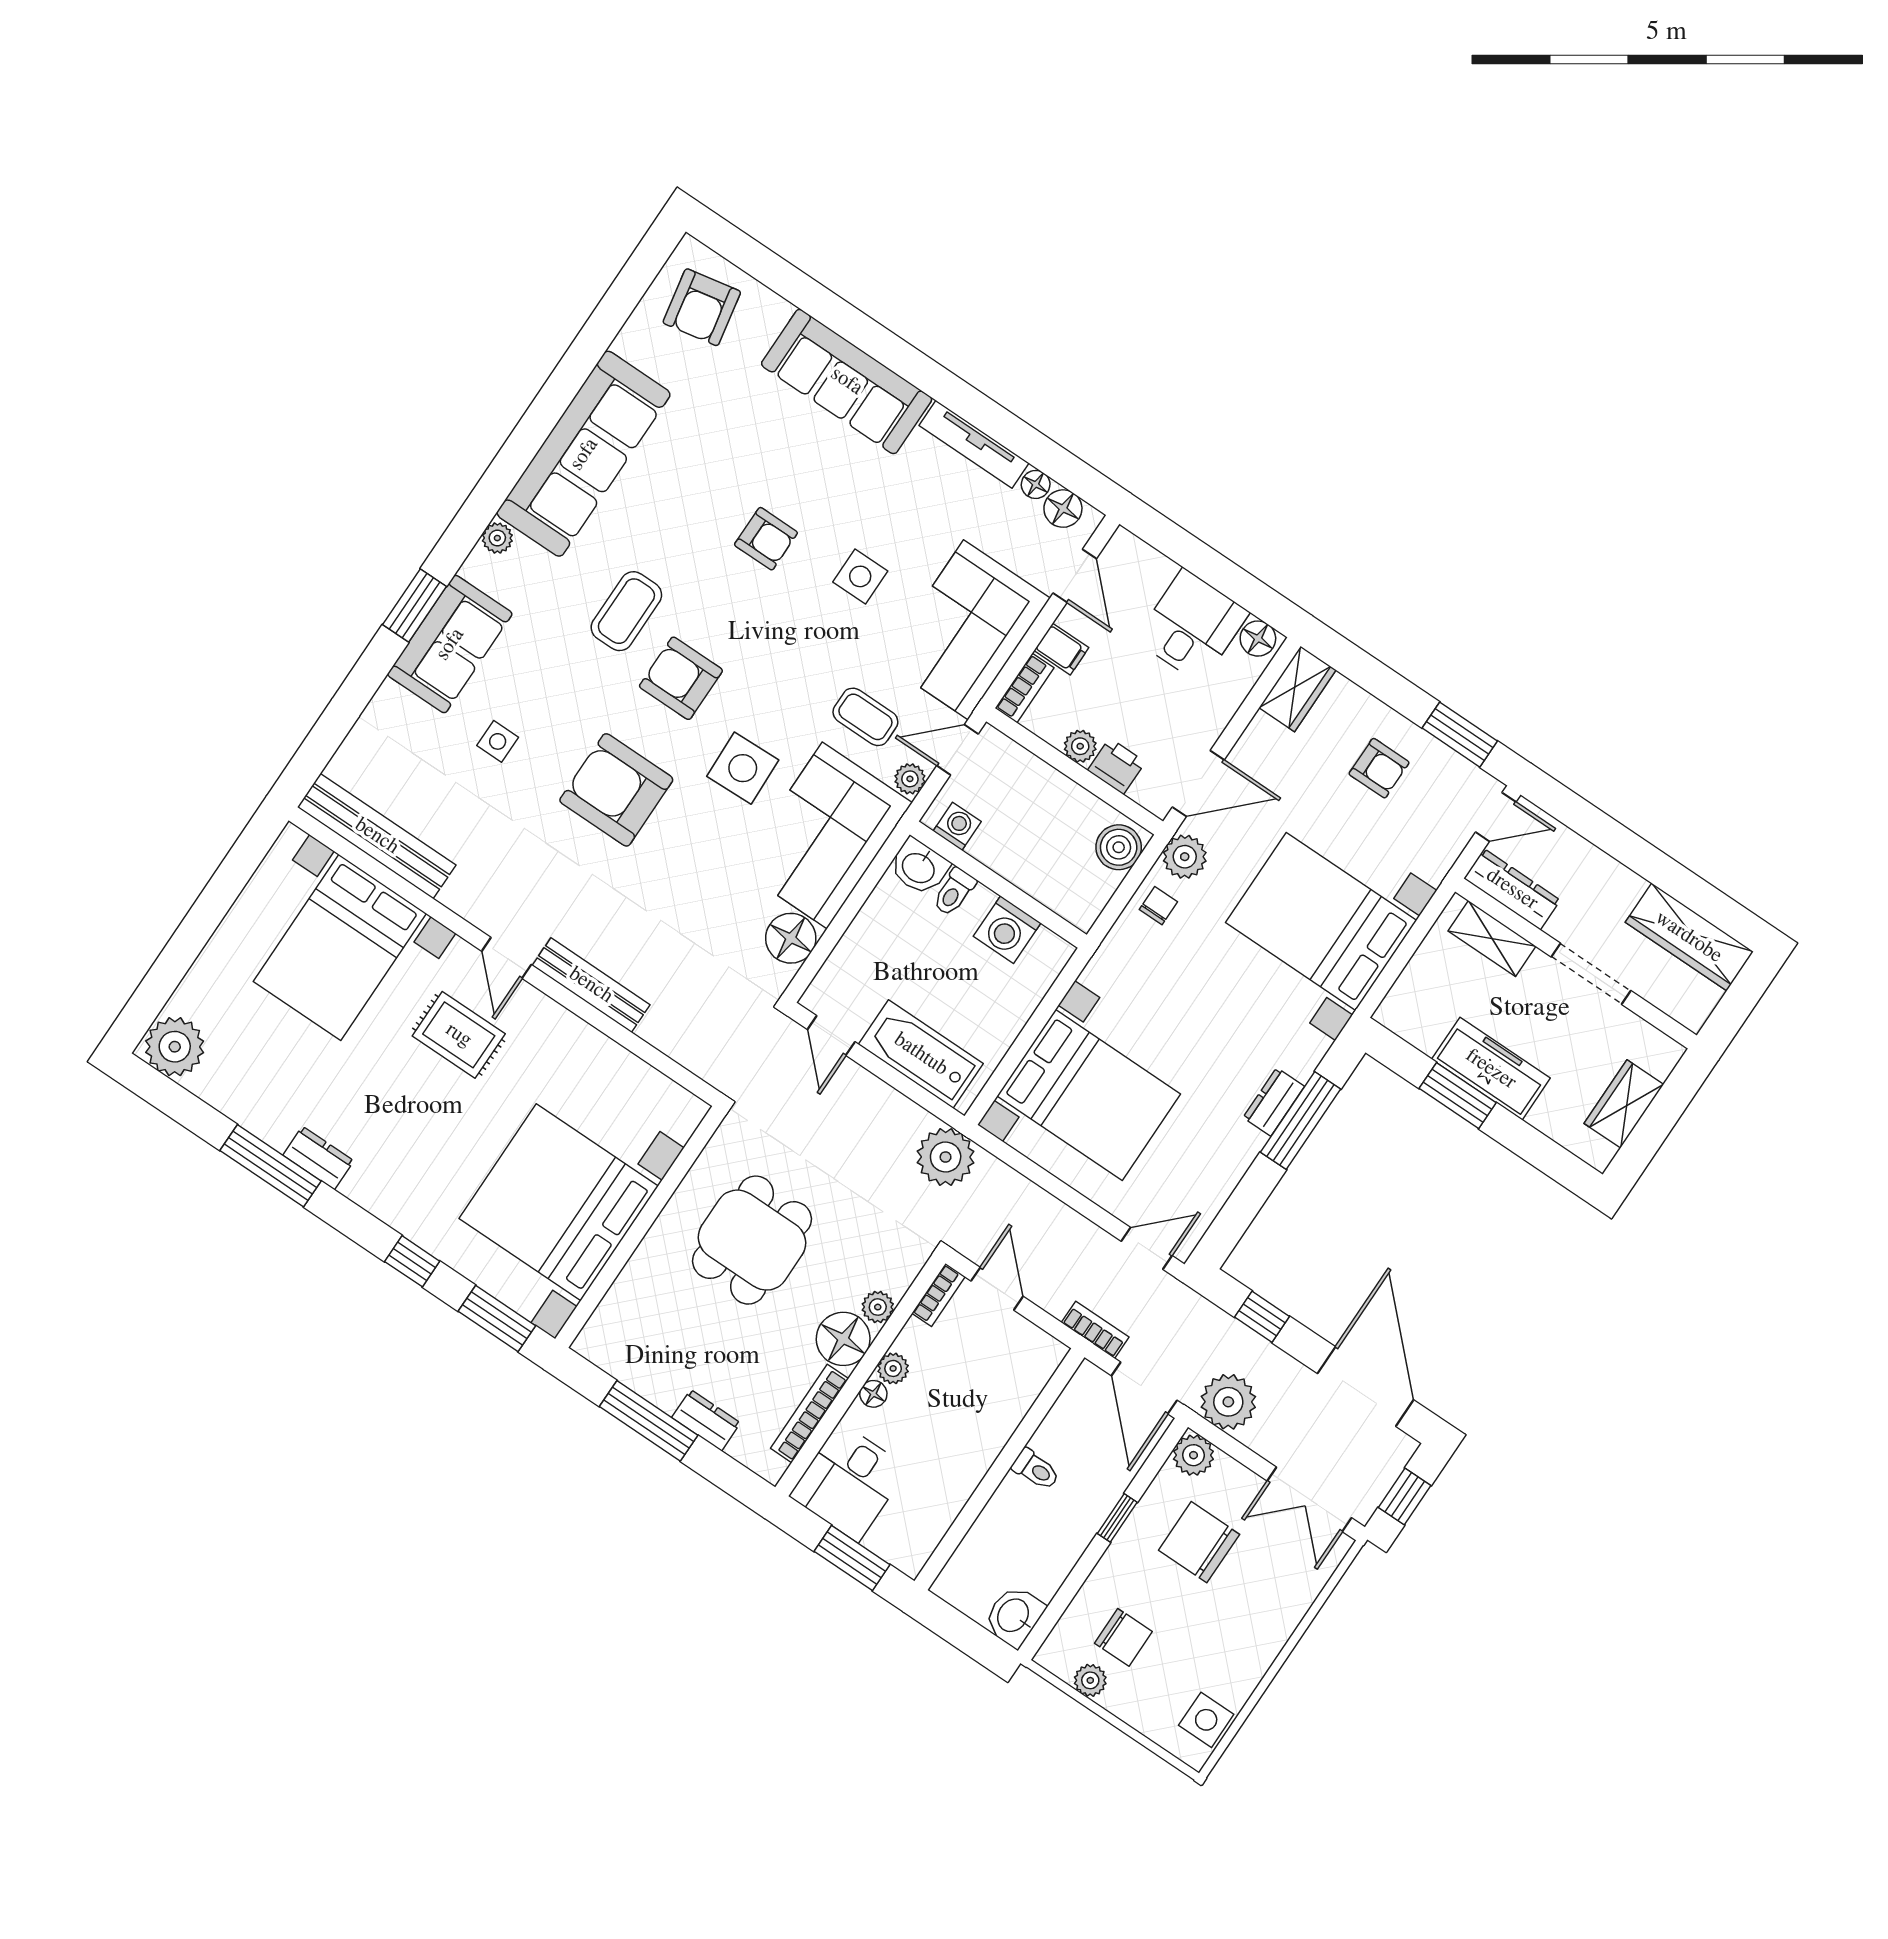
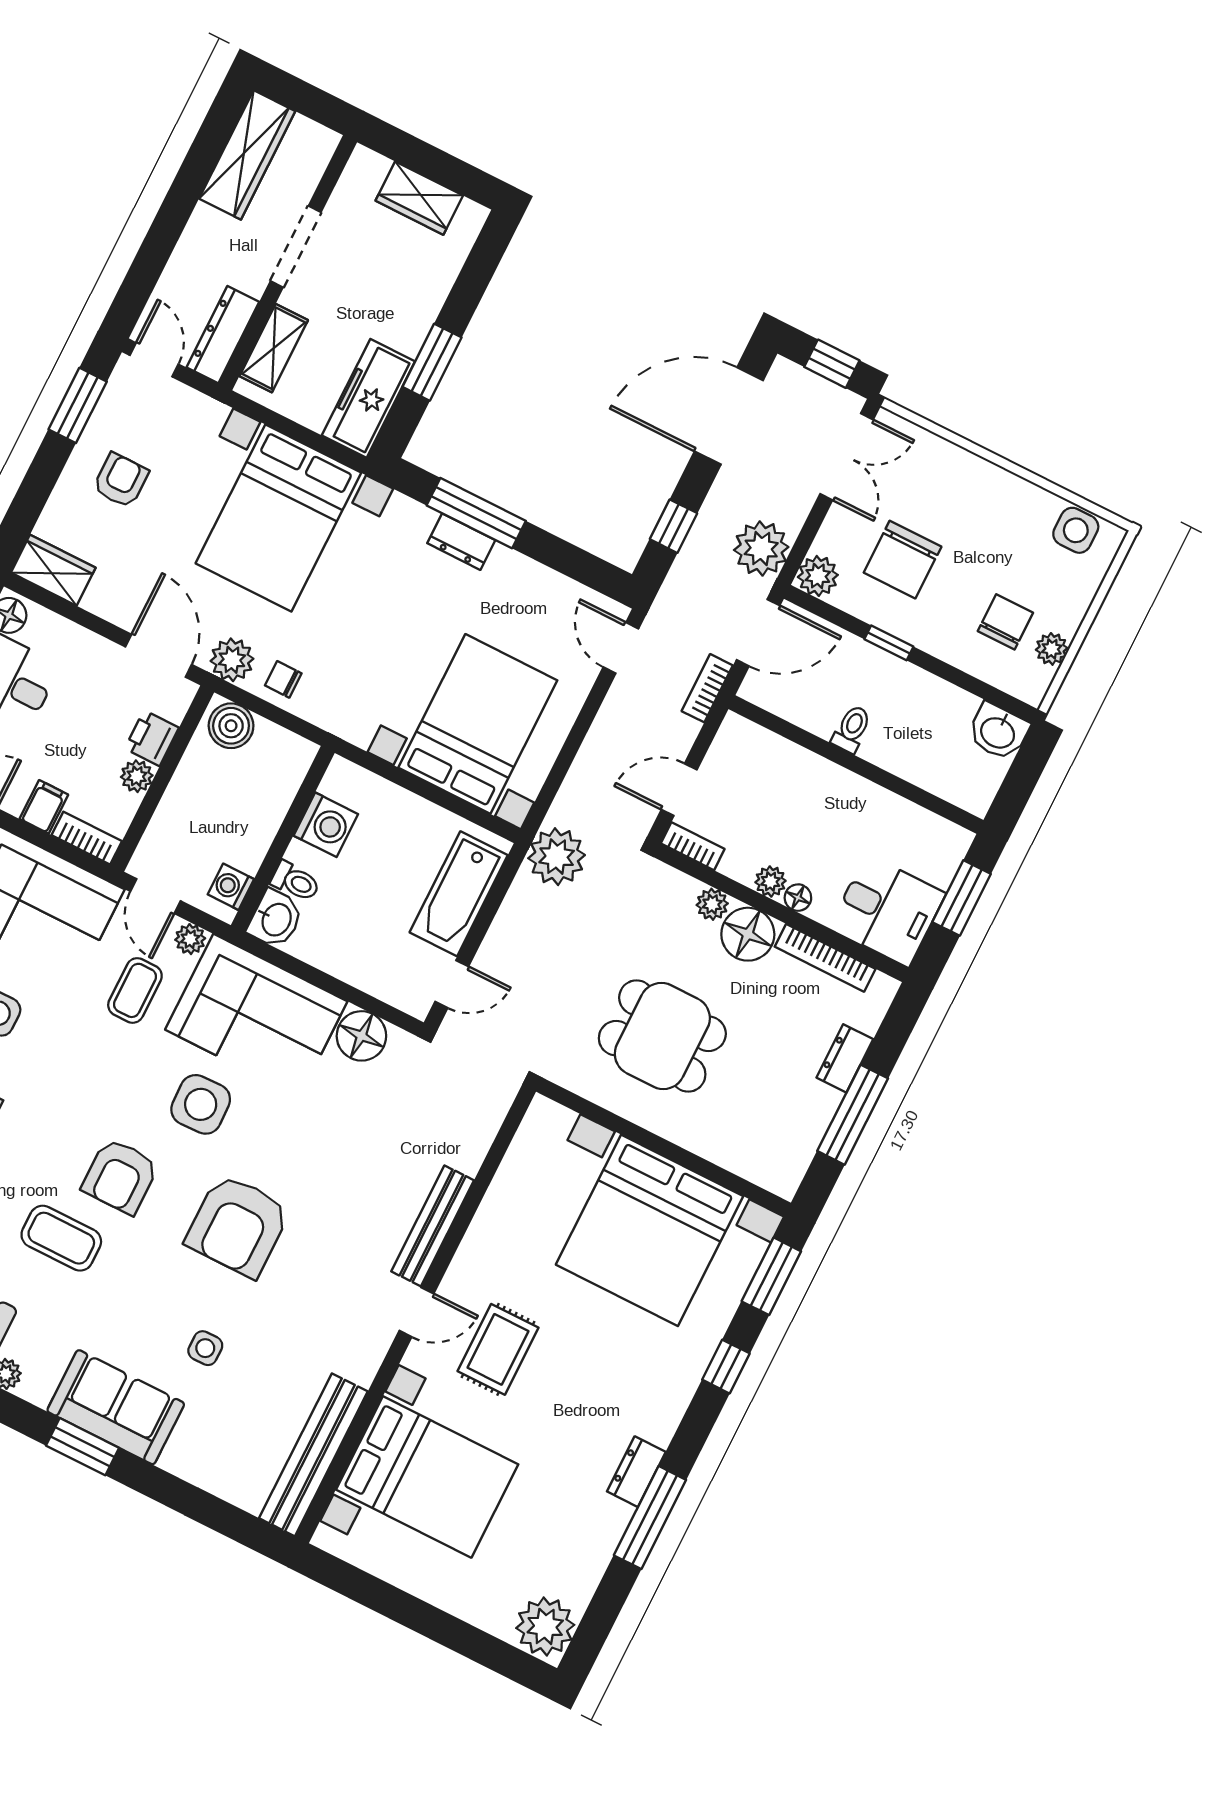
freezer: (1491, 1069) -> (368, 398), moved

